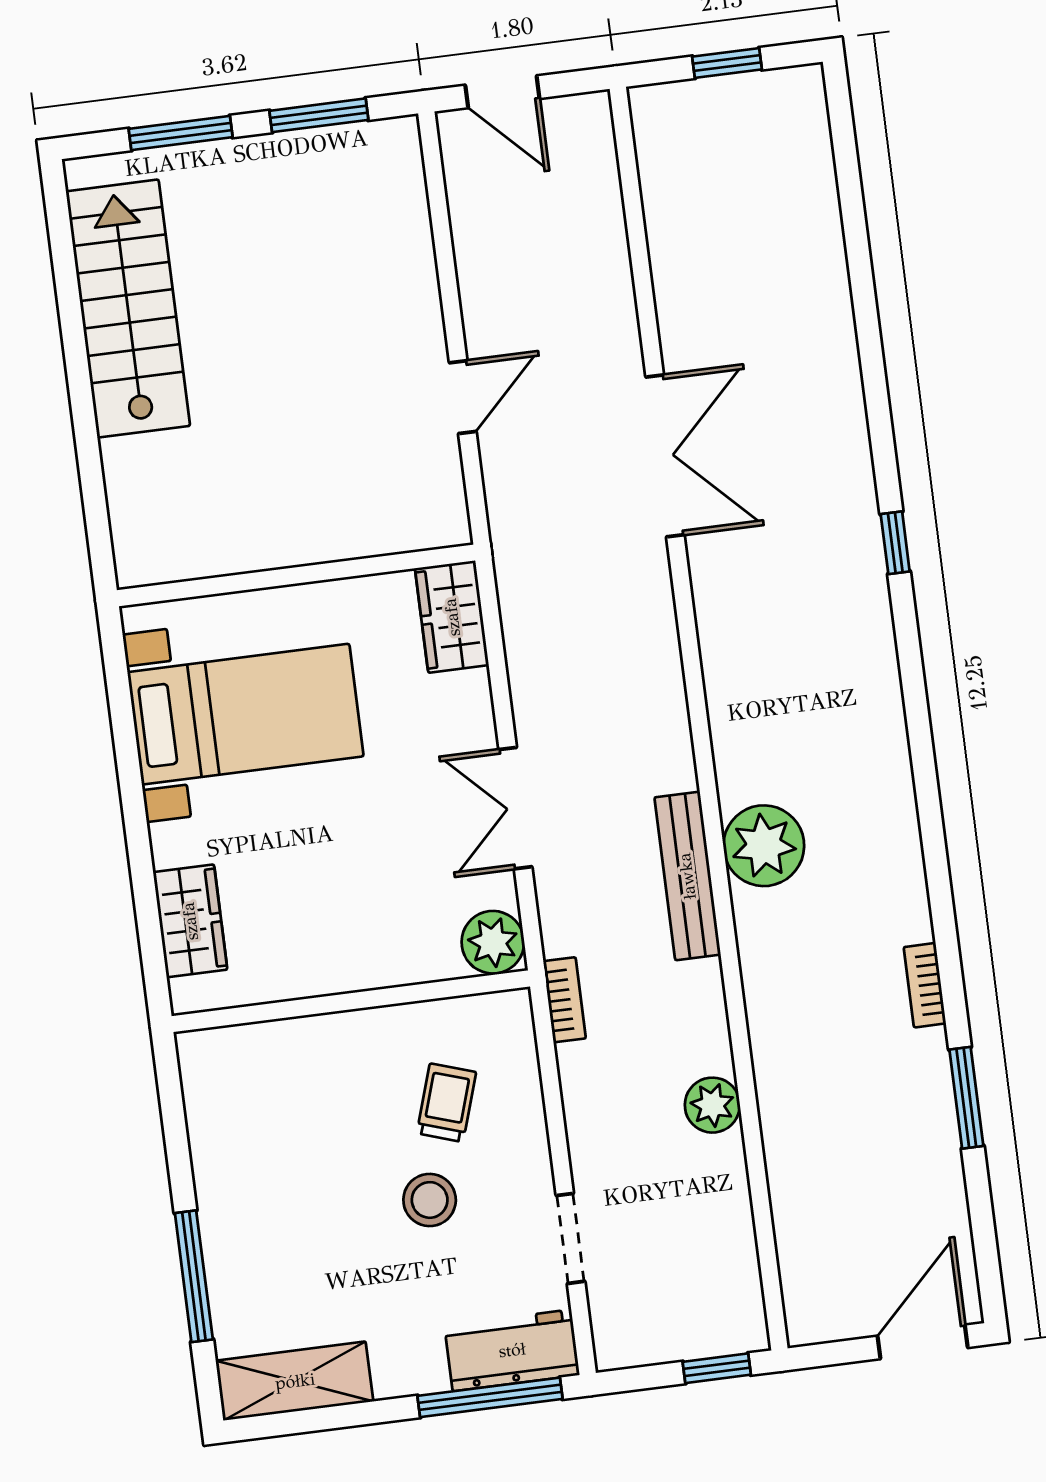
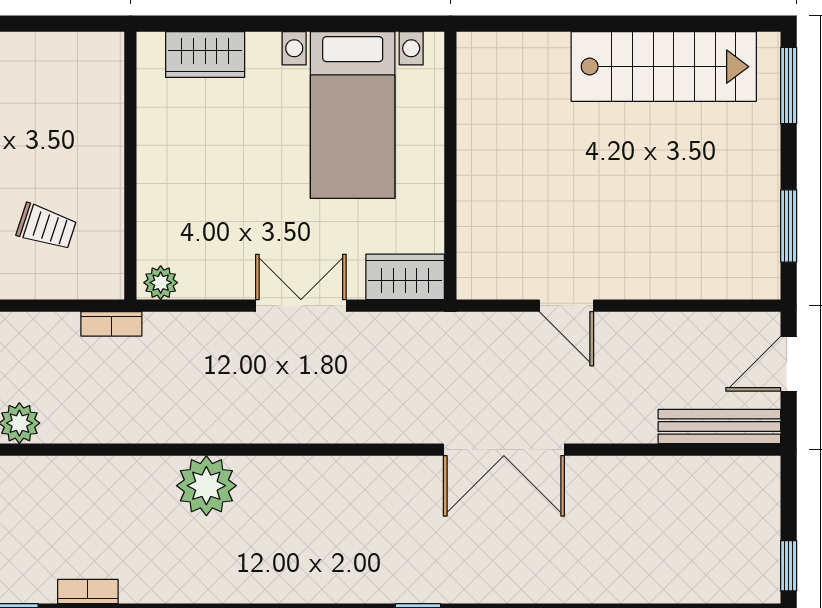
window: (727, 63) -> (789, 566), moved
window: (181, 133) -> (789, 85), moved
double door: (515, 808) -> (301, 306), moved
bench: (687, 876) -> (719, 426), moved
plant: (493, 942) -> (161, 283), width x0.73, depth x0.73

